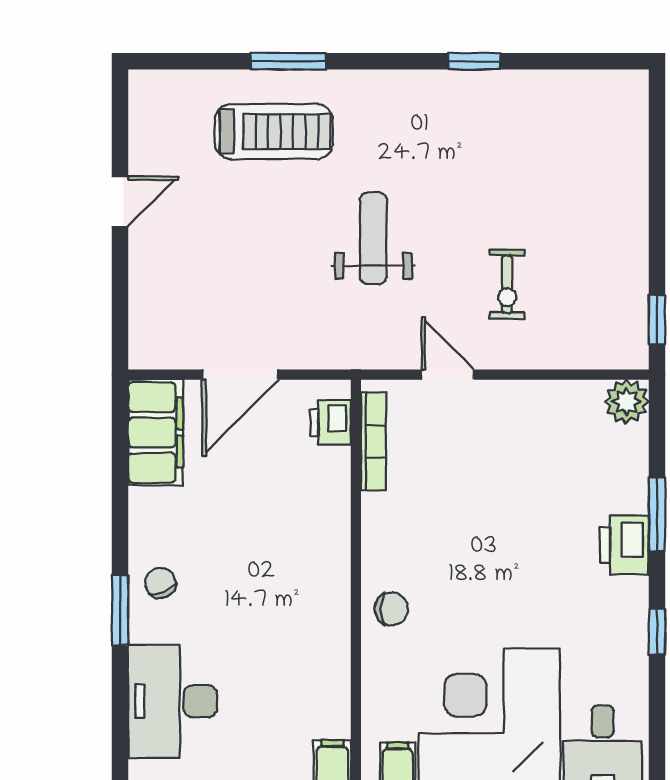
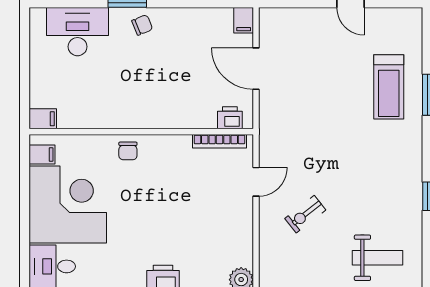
weight bench: (373, 238) -> (377, 258), moved
exercise bike: (507, 284) -> (305, 214), turned -38
filing cabinet: (156, 432) -> (244, 20), width x0.33, depth x0.86

